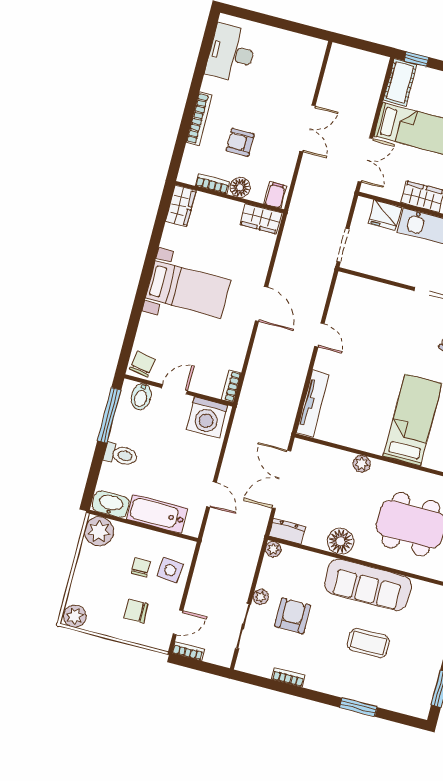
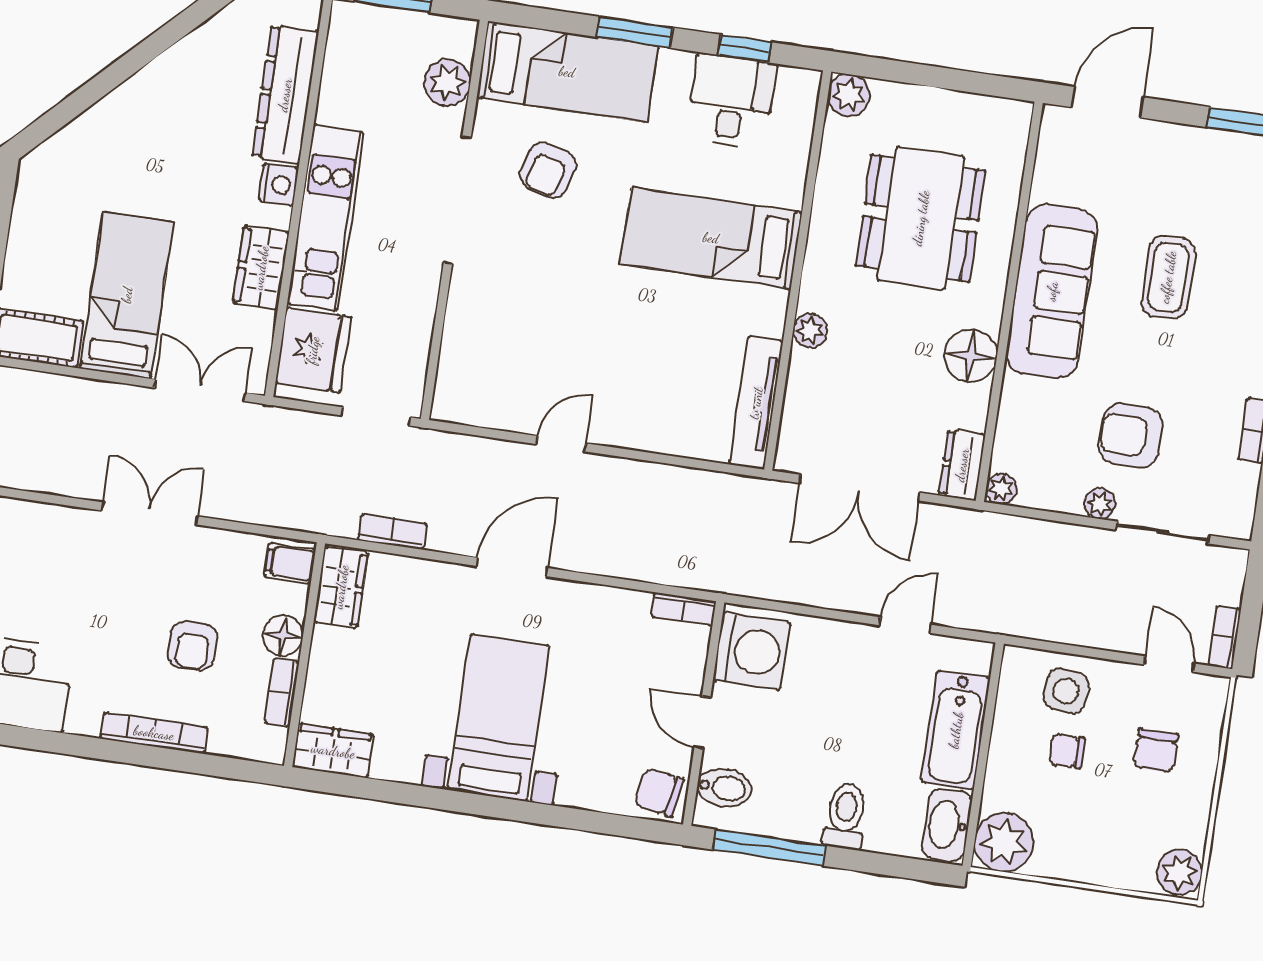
fridge: (385, 215) -> (313, 350), width x1.36, depth x1.34
bookcase: (285, 247) -> (393, 532), added
tv unit: (313, 404) -> (756, 403), moved, turned -90

